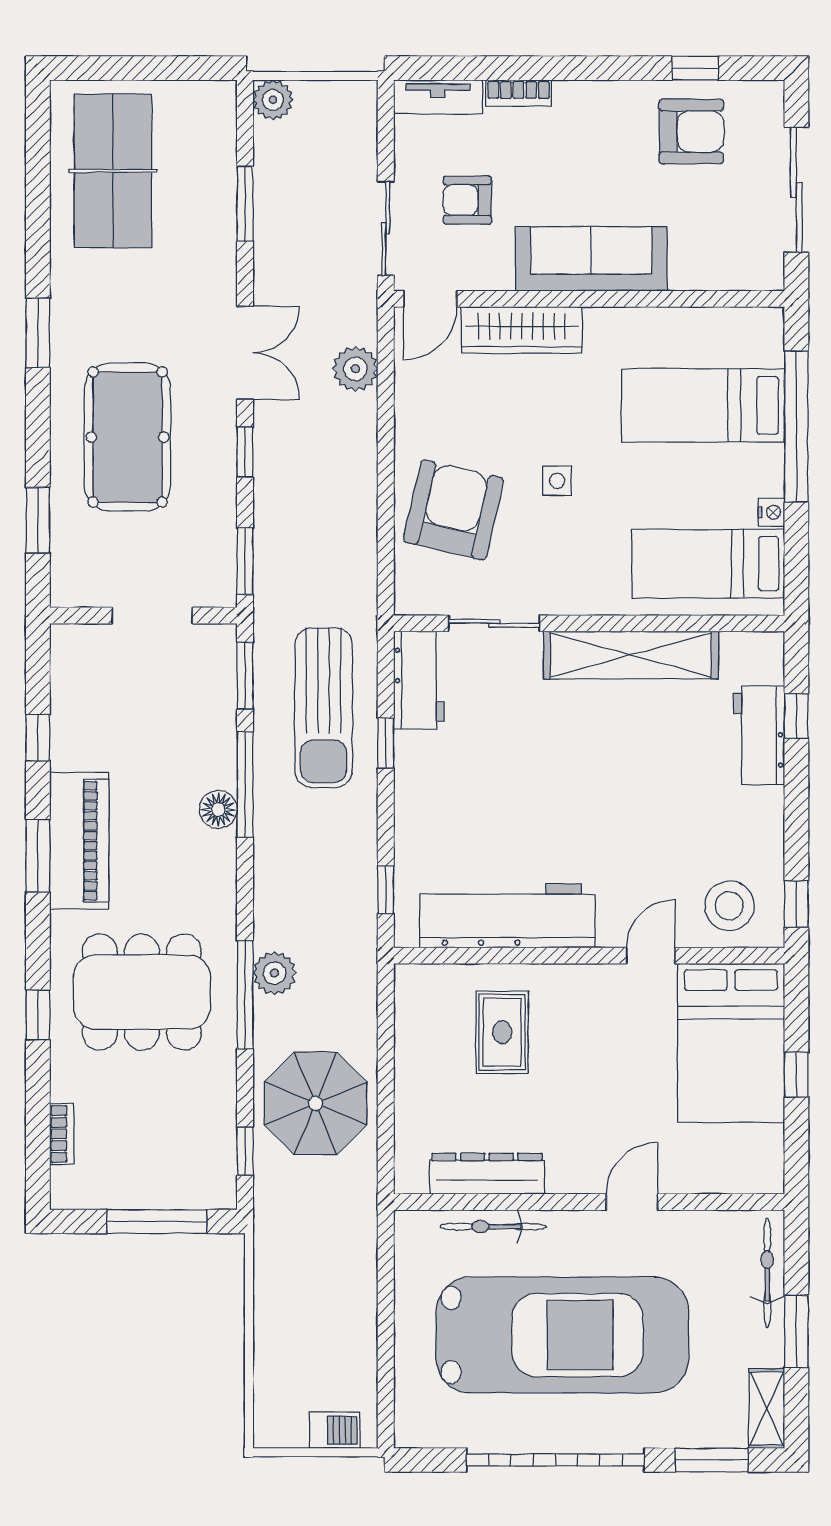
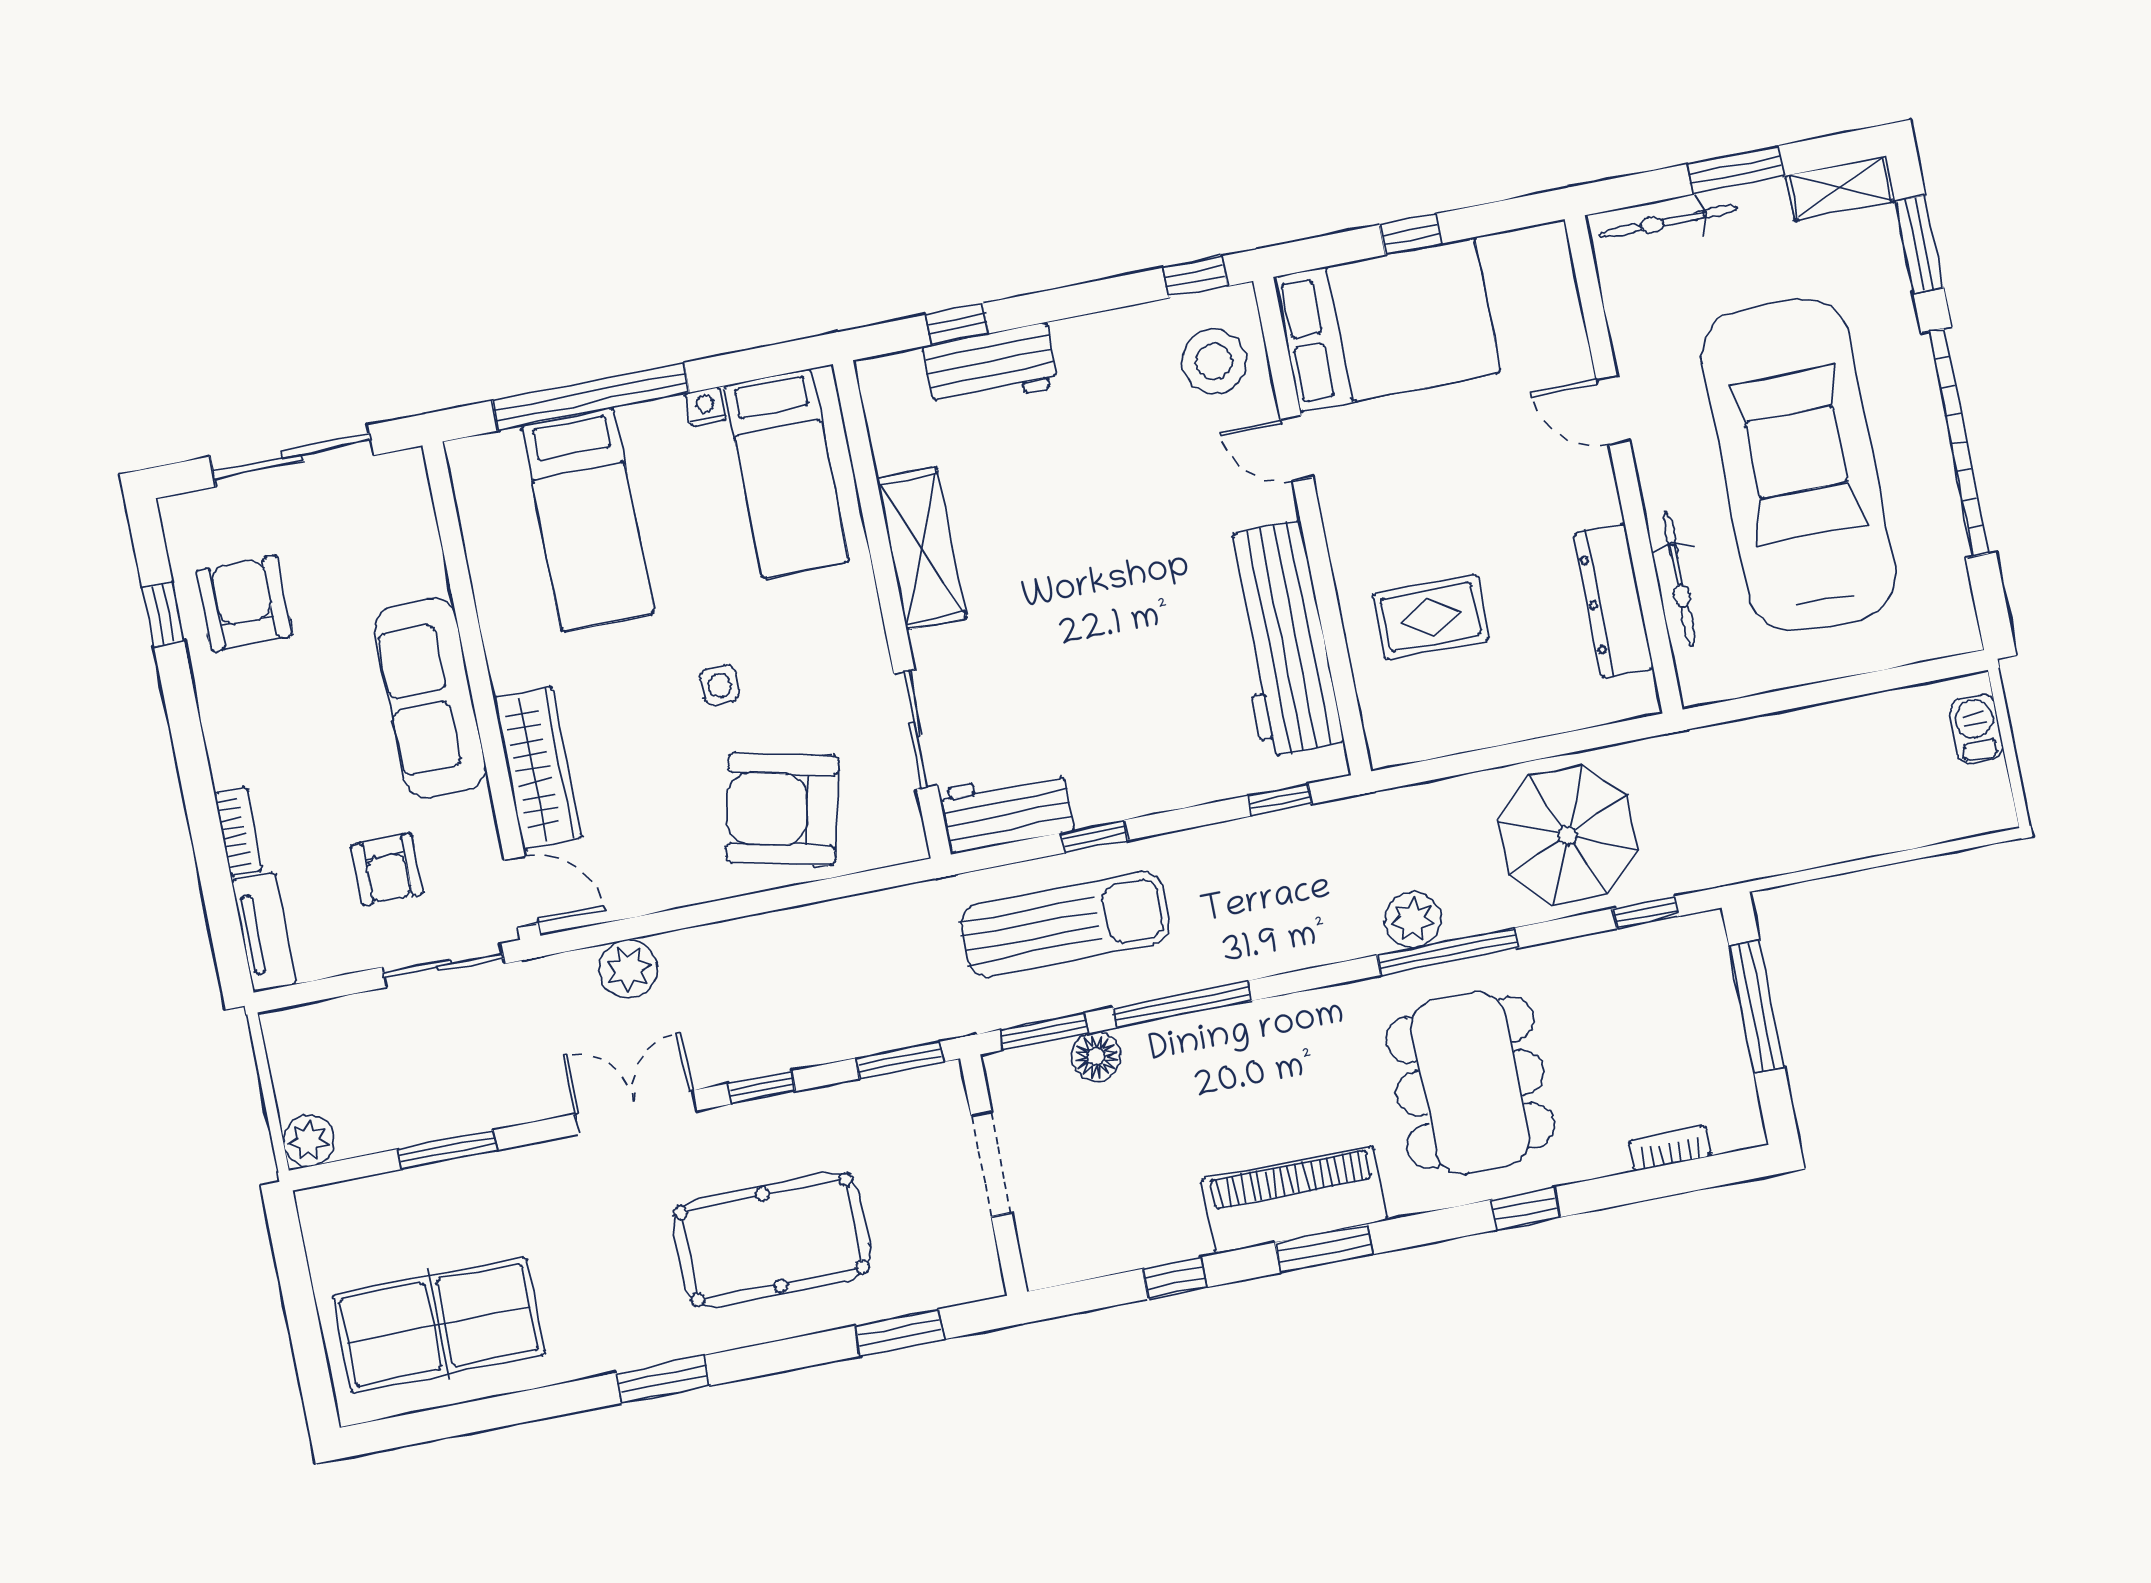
shelving: (631, 655) -> (921, 549), width x0.68
floor lamp: (218, 810) -> (1096, 1056), moved

